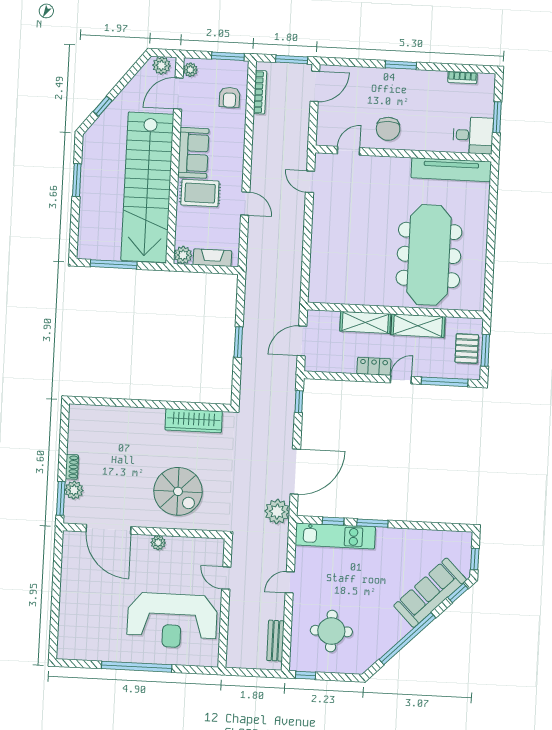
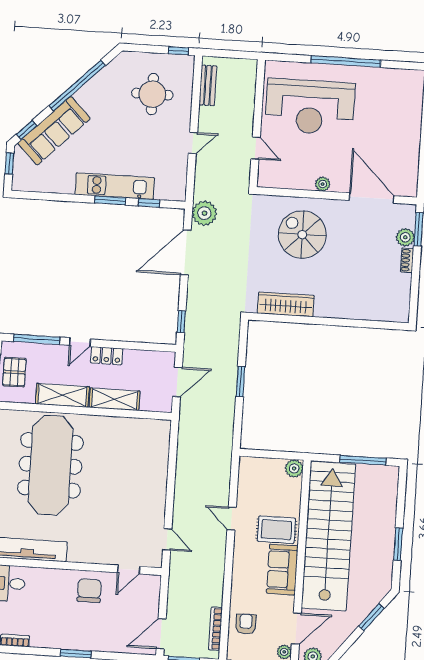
window: (103, 106) -> (371, 617), width x1.50
fireplace: (212, 258) -> (265, 465), removed
kitchen unit: (335, 536) -> (115, 186), moved
reception desk: (172, 621) -> (310, 107), turned 180

